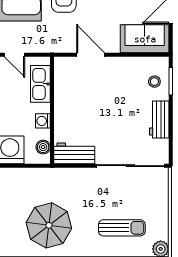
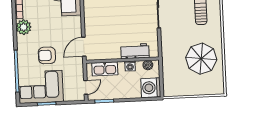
door: (91, 55) -> (84, 47), moved
workbench: (74, 153) -> (135, 51), moved, turned 90

